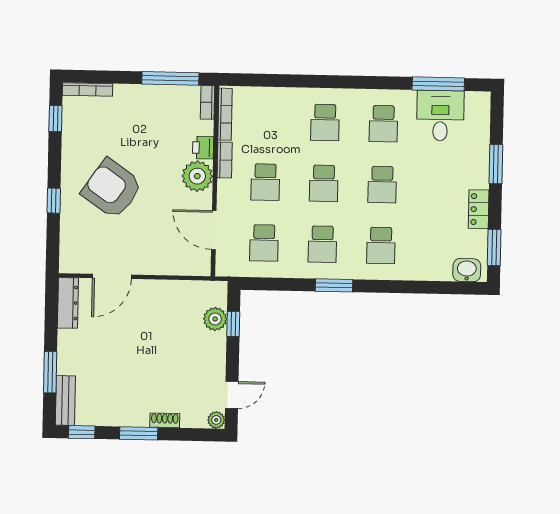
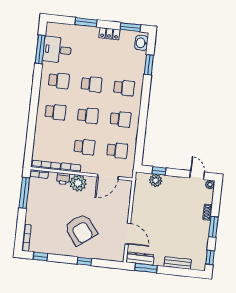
armchair: (112, 189) -> (81, 229), turned -72
window: (334, 285) -> (149, 65), moved
window: (50, 372) -> (146, 268), moved
bench: (65, 401) -> (178, 263), moved

